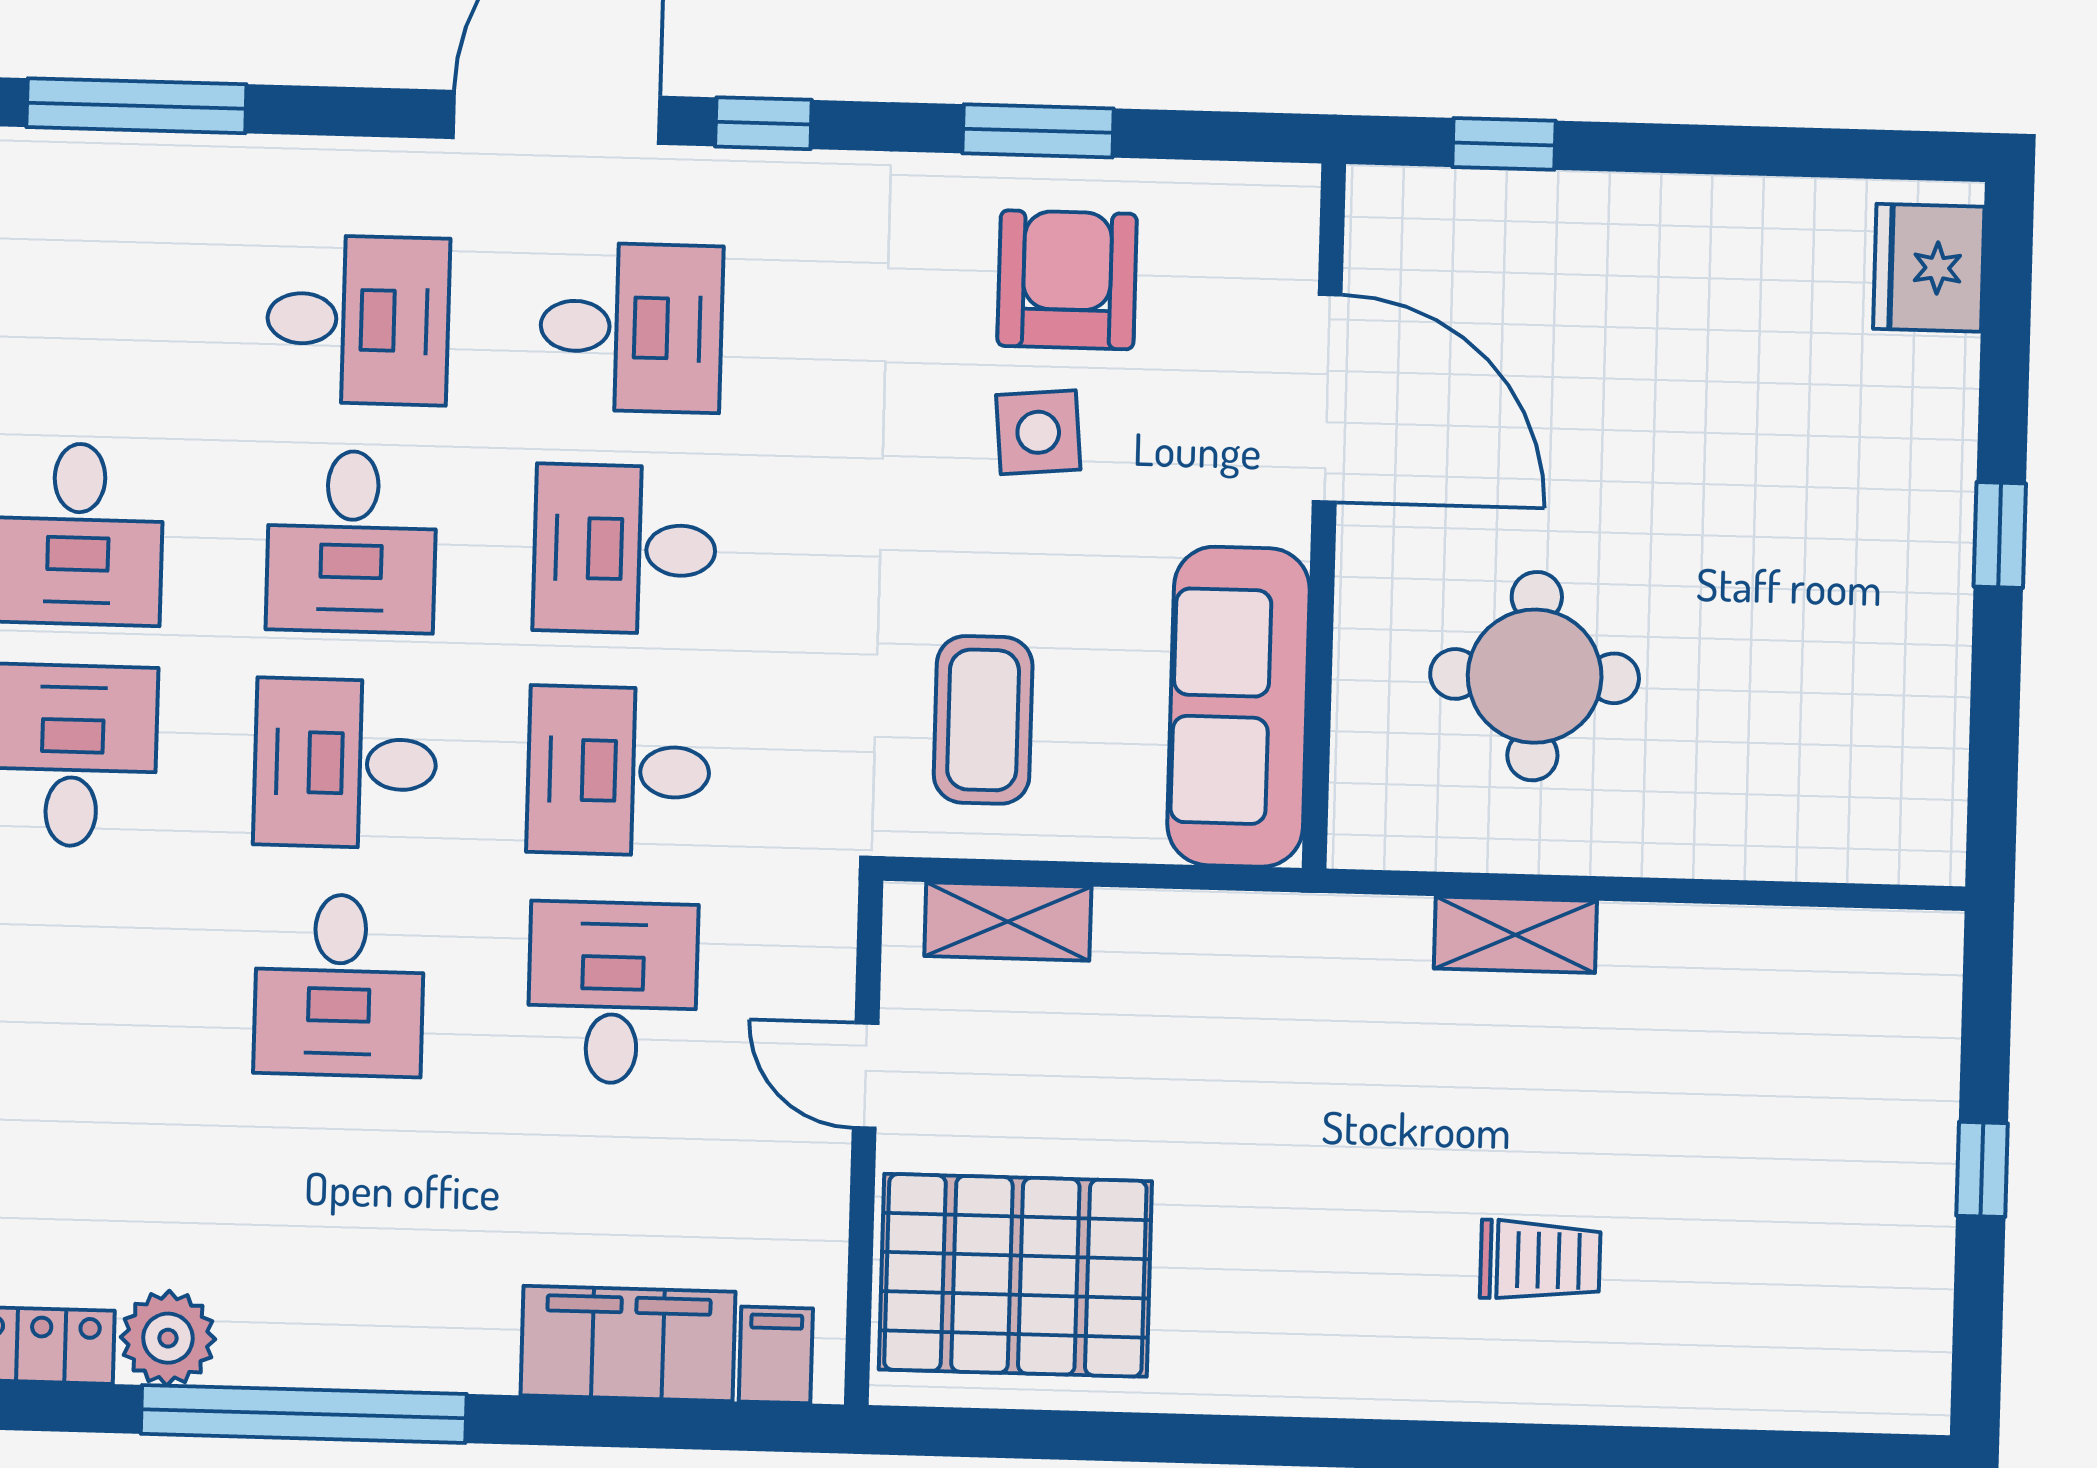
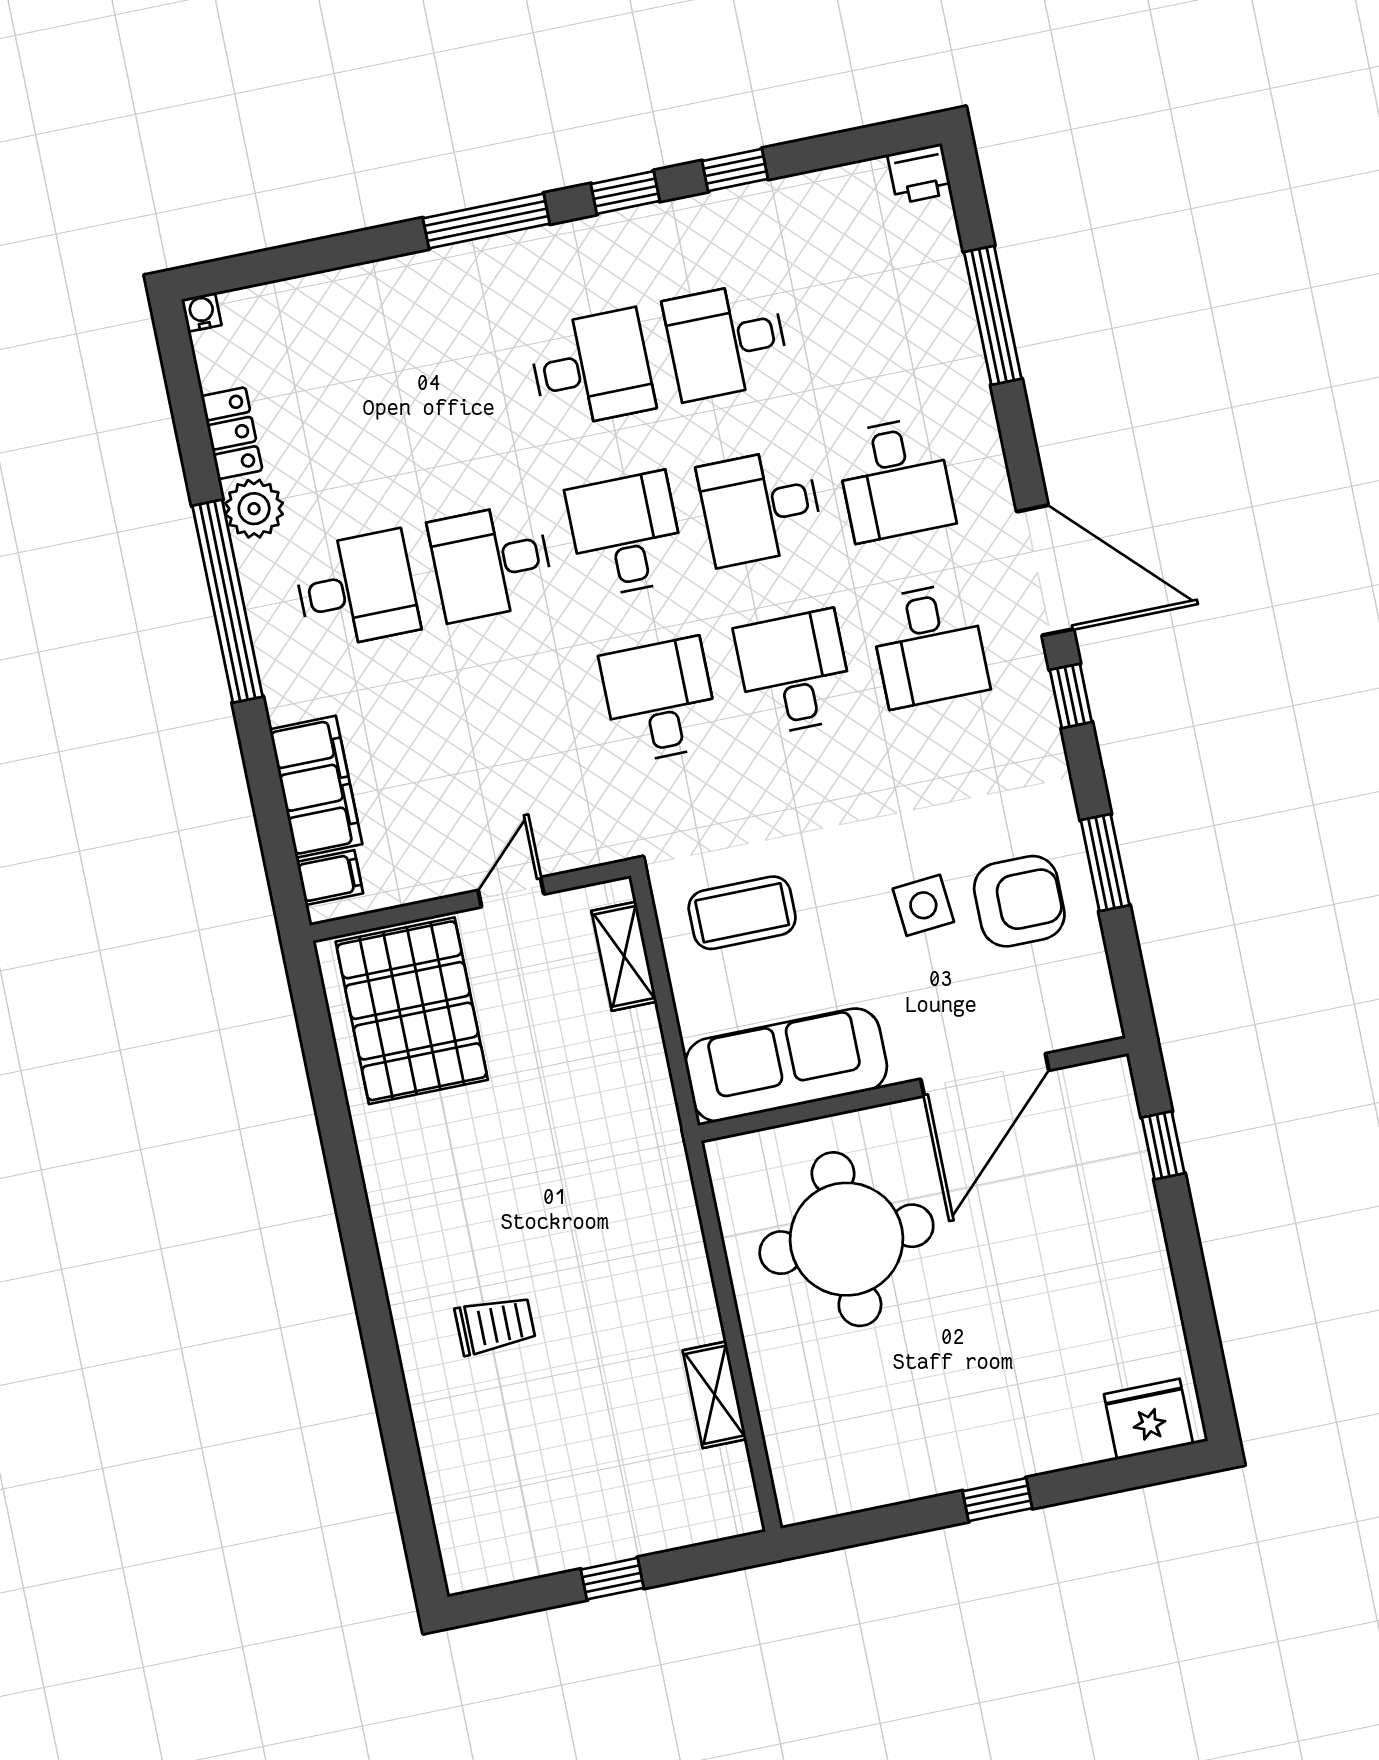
round table: (1535, 676) -> (846, 1239), width x1.36, depth x1.36
shelving: (1515, 935) -> (715, 1395), moved
desk: (612, 993) -> (357, 590), moved
trolley: (1540, 1260) -> (495, 1325), turned -90

